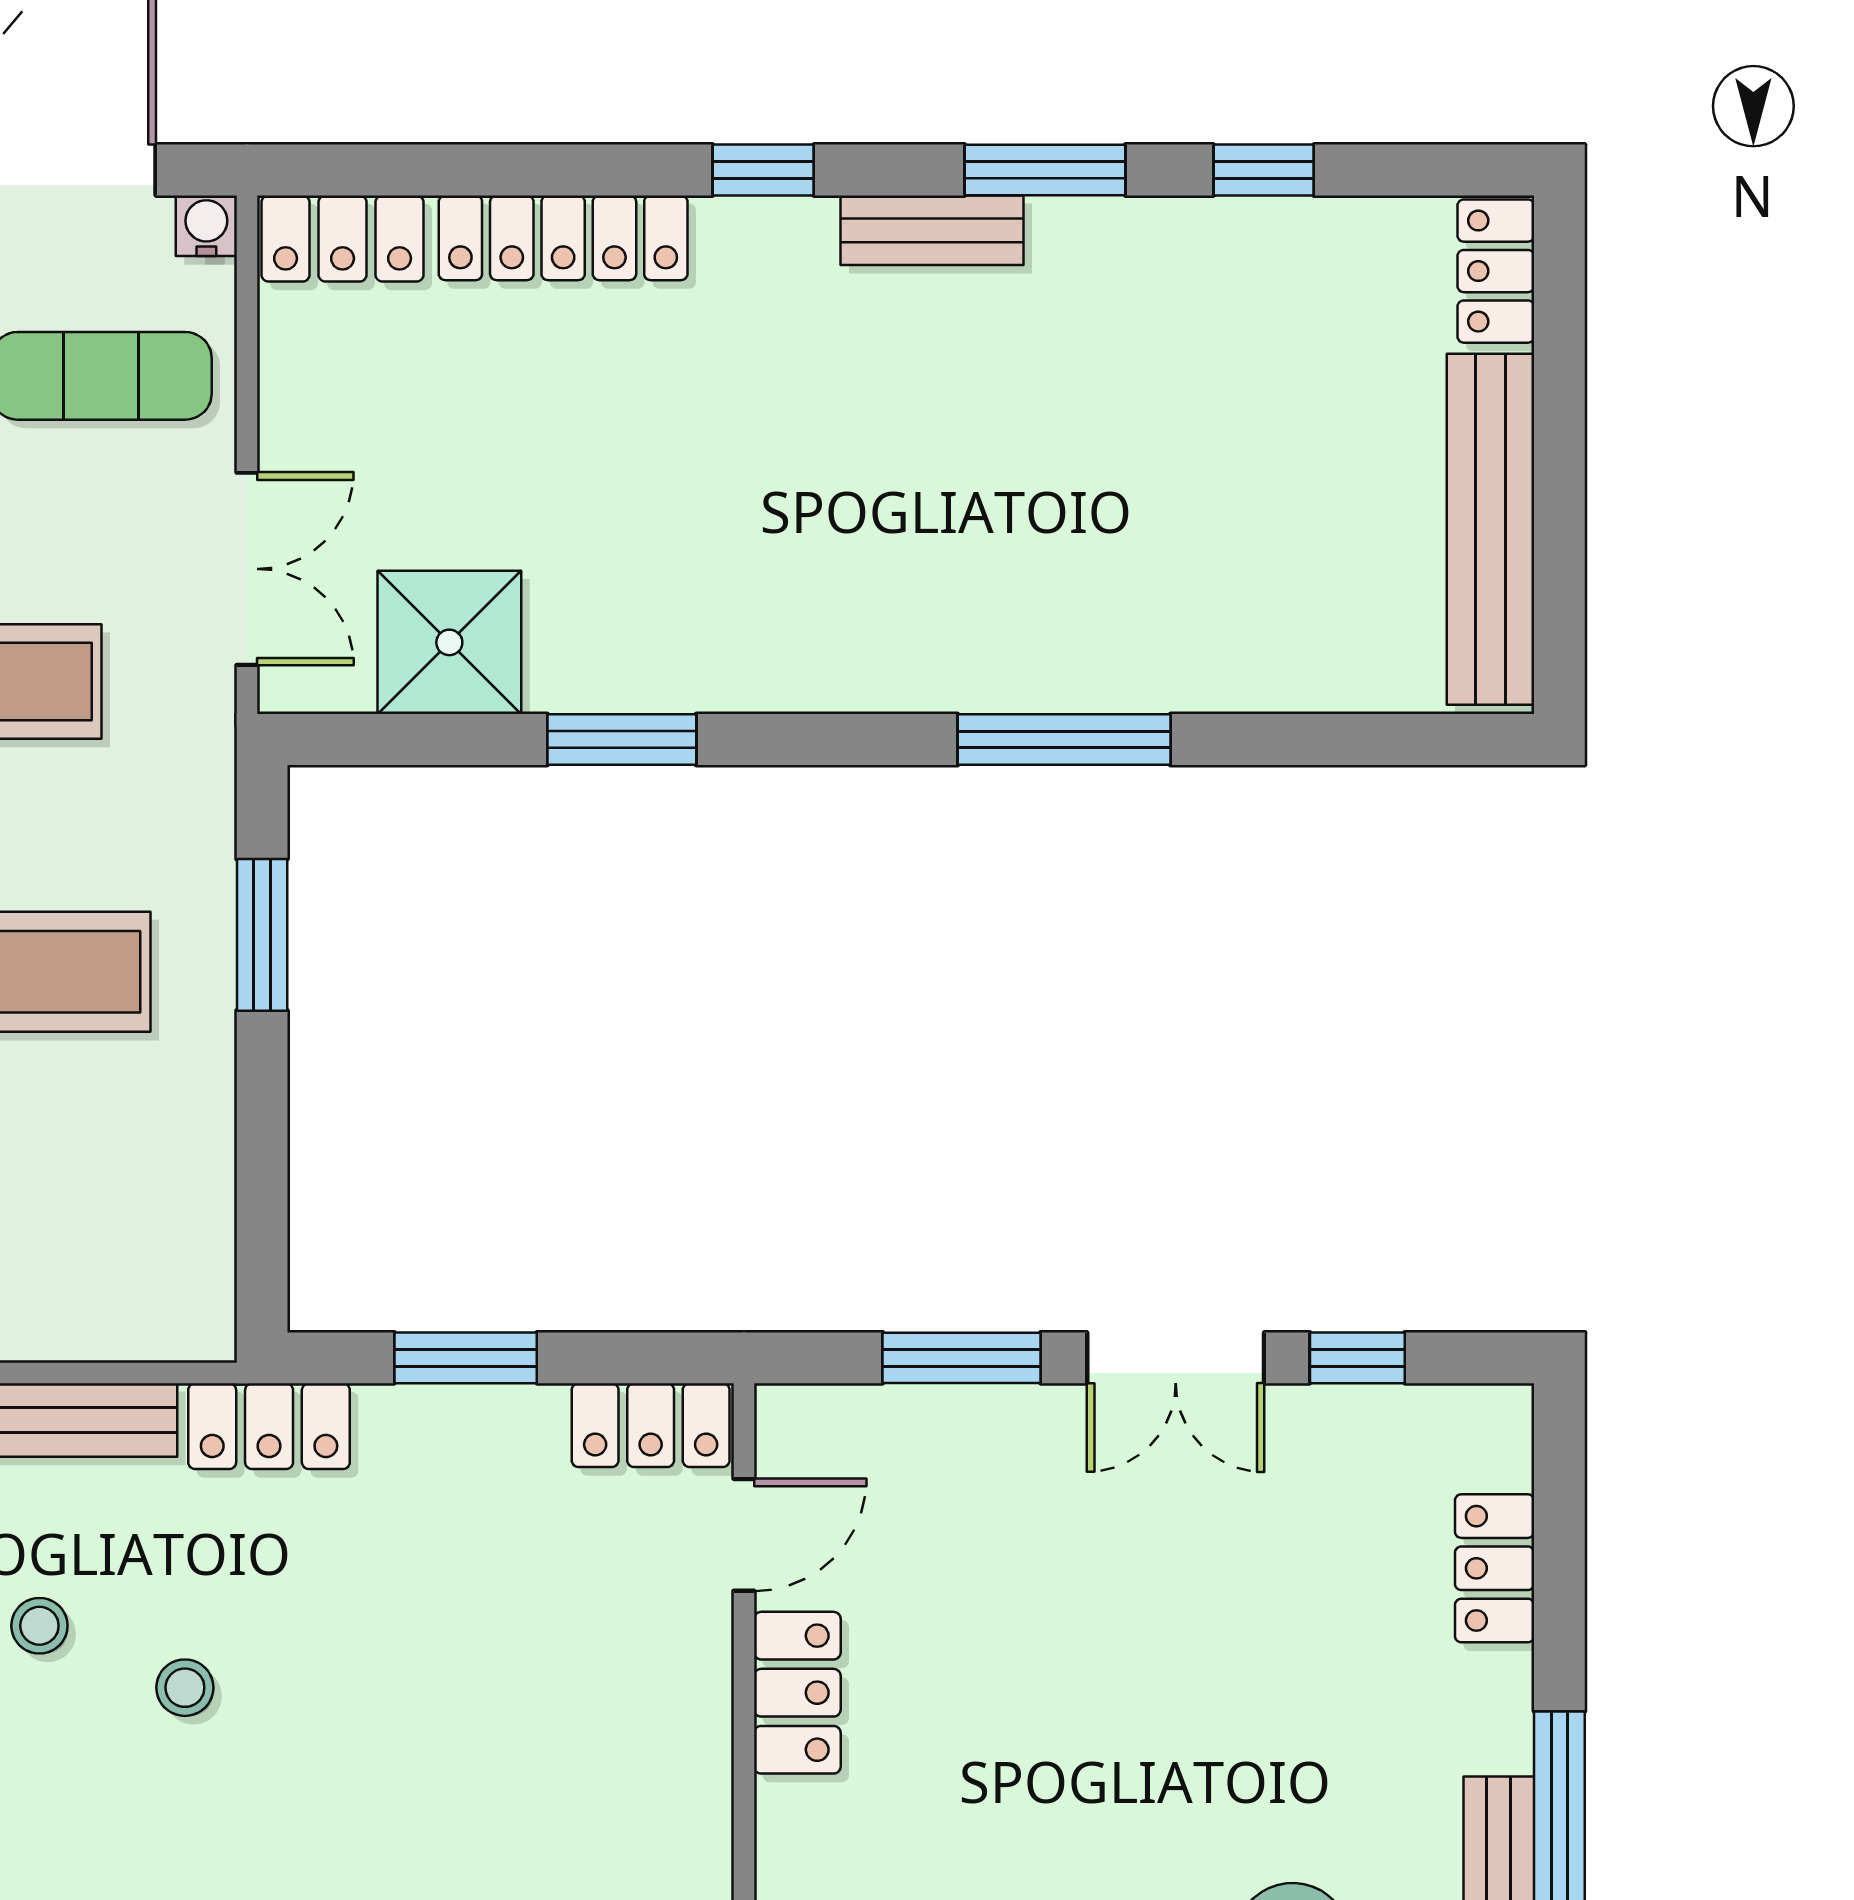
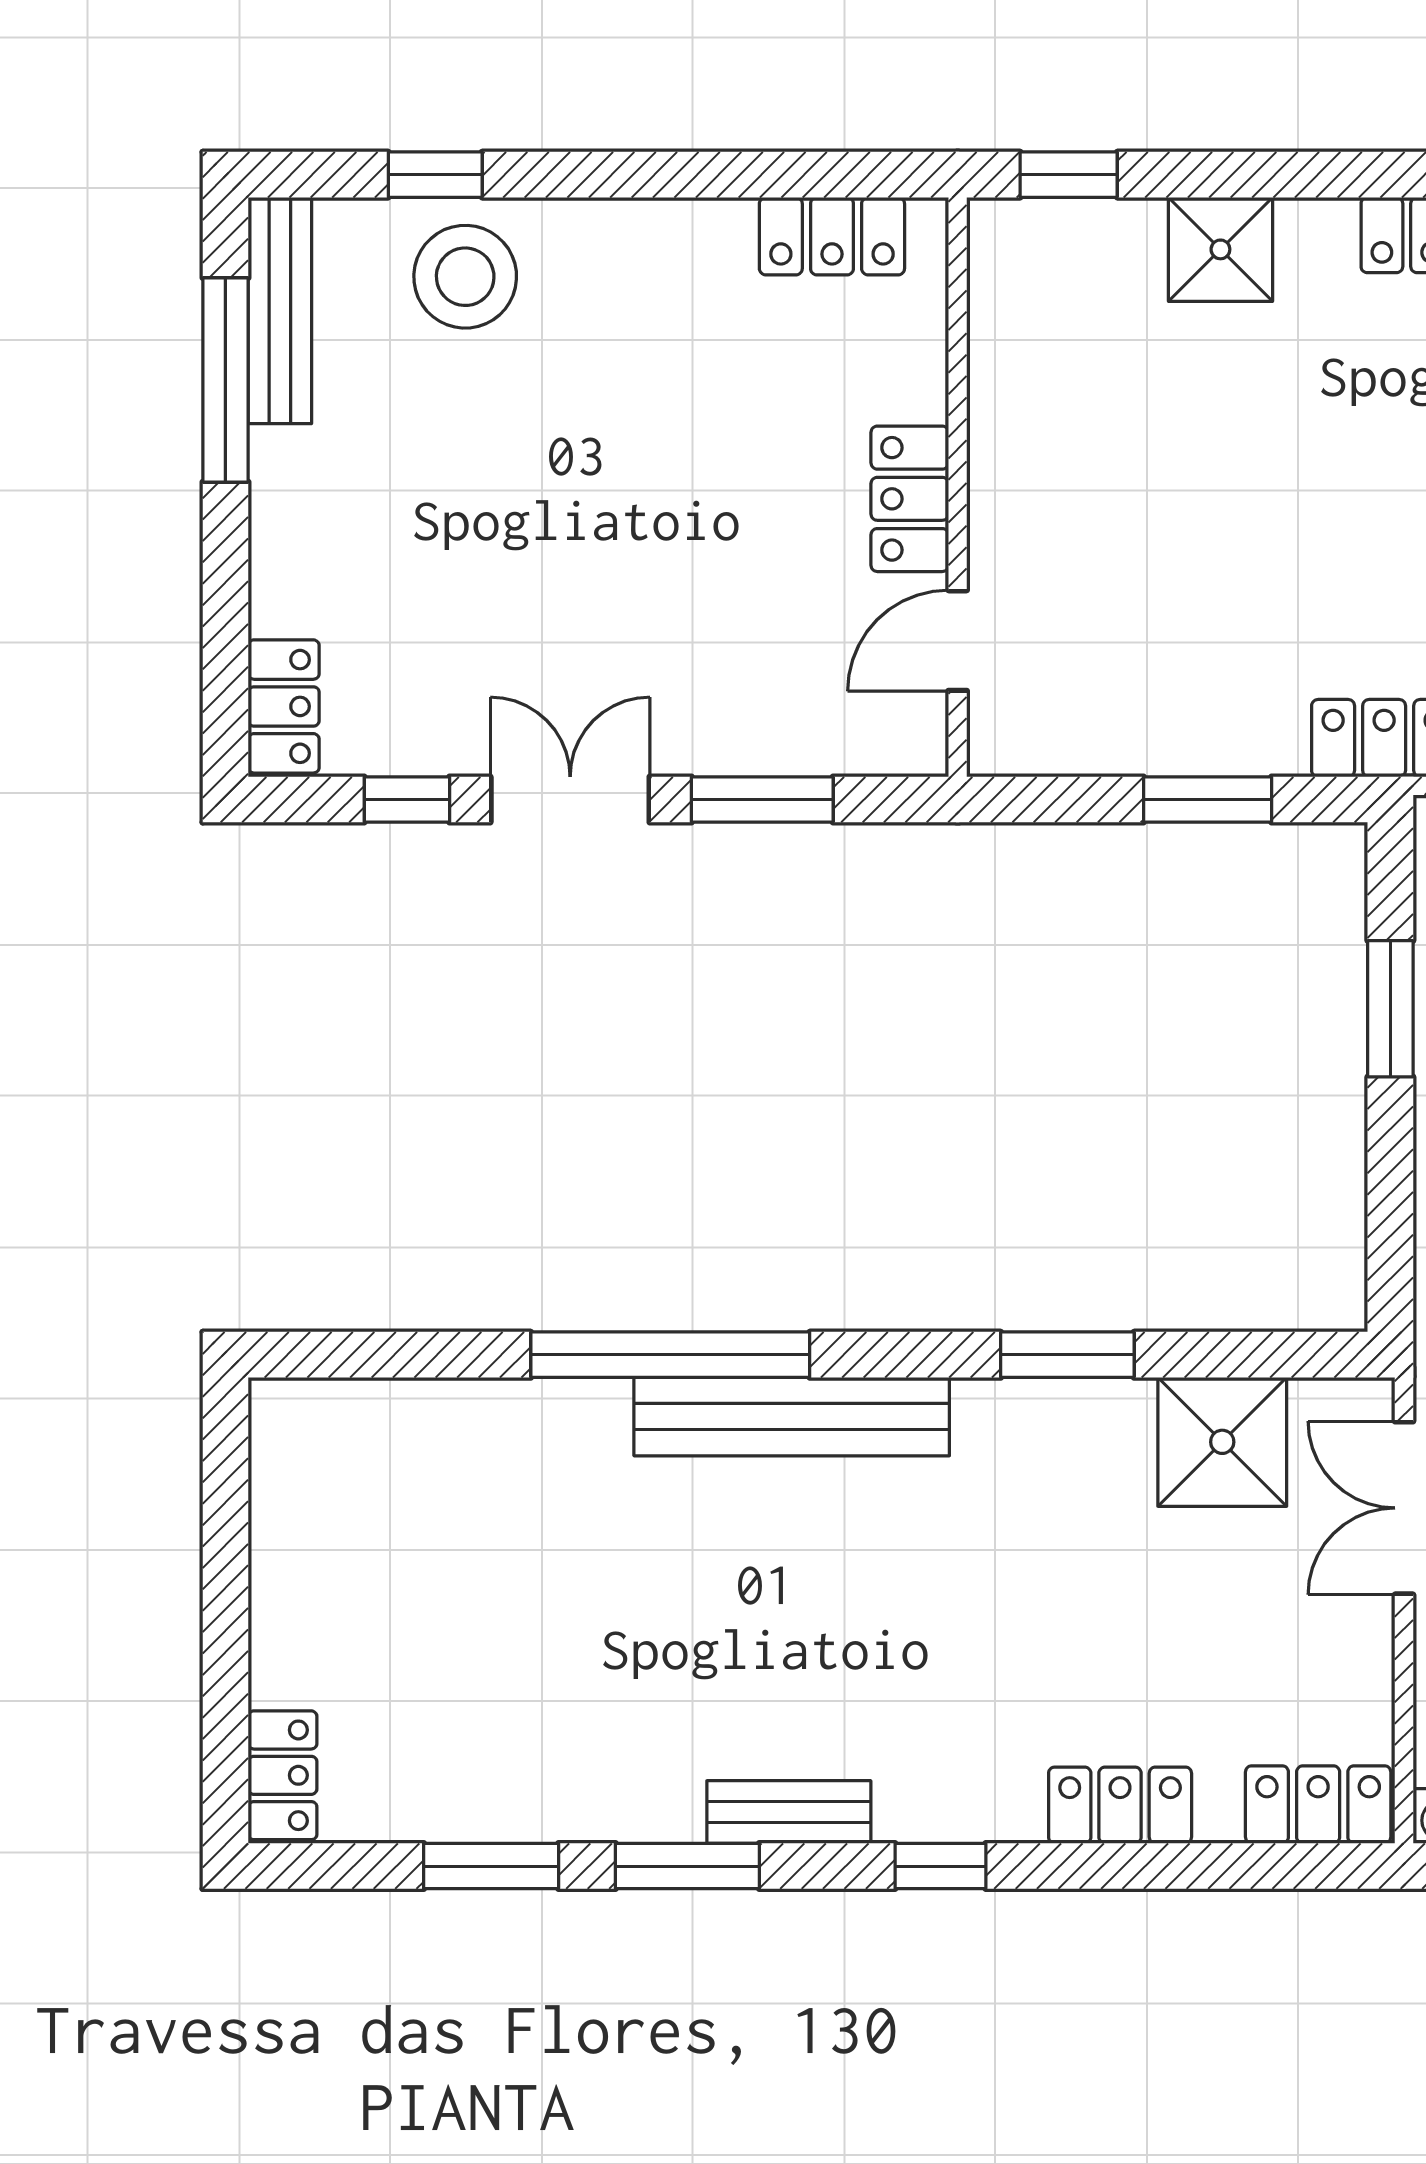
window: (1264, 170) -> (491, 1866), width x1.50
locker: (563, 238) -> (1120, 1805), width x0.66
bench: (1490, 529) -> (792, 1417), moved, turned 90
window: (1064, 739) -> (670, 1355), width x1.46
window: (262, 935) -> (1390, 1009), moved
locker: (651, 1425) -> (1041, 739), removed
locker: (1495, 1568) -> (284, 706), moved

